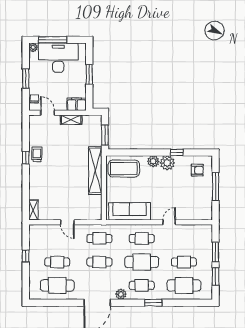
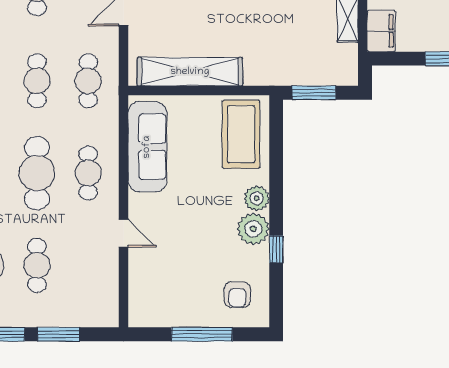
shelving: (95, 171) -> (190, 72), moved

